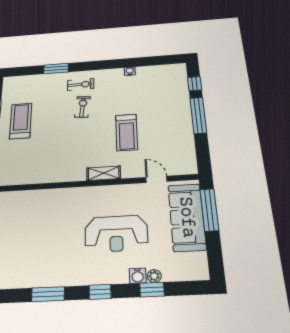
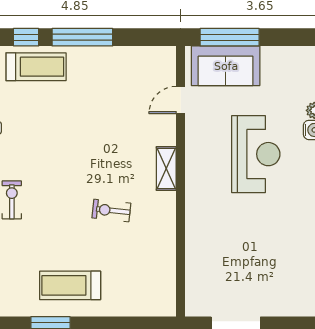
exercise bike: (83, 107) -> (111, 211), moved
treadmill: (127, 132) -> (36, 67), moved
sofa: (187, 217) -> (226, 66), width x0.73

